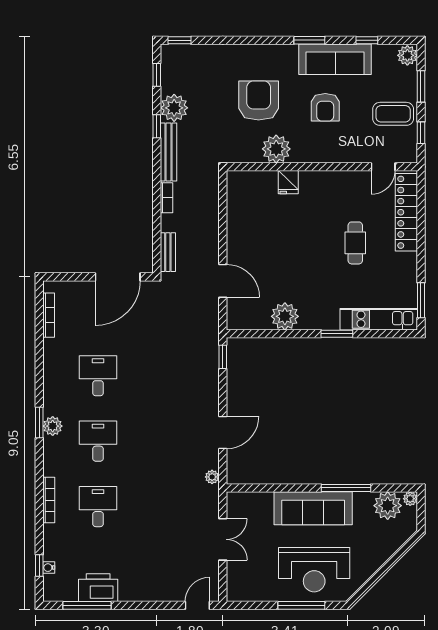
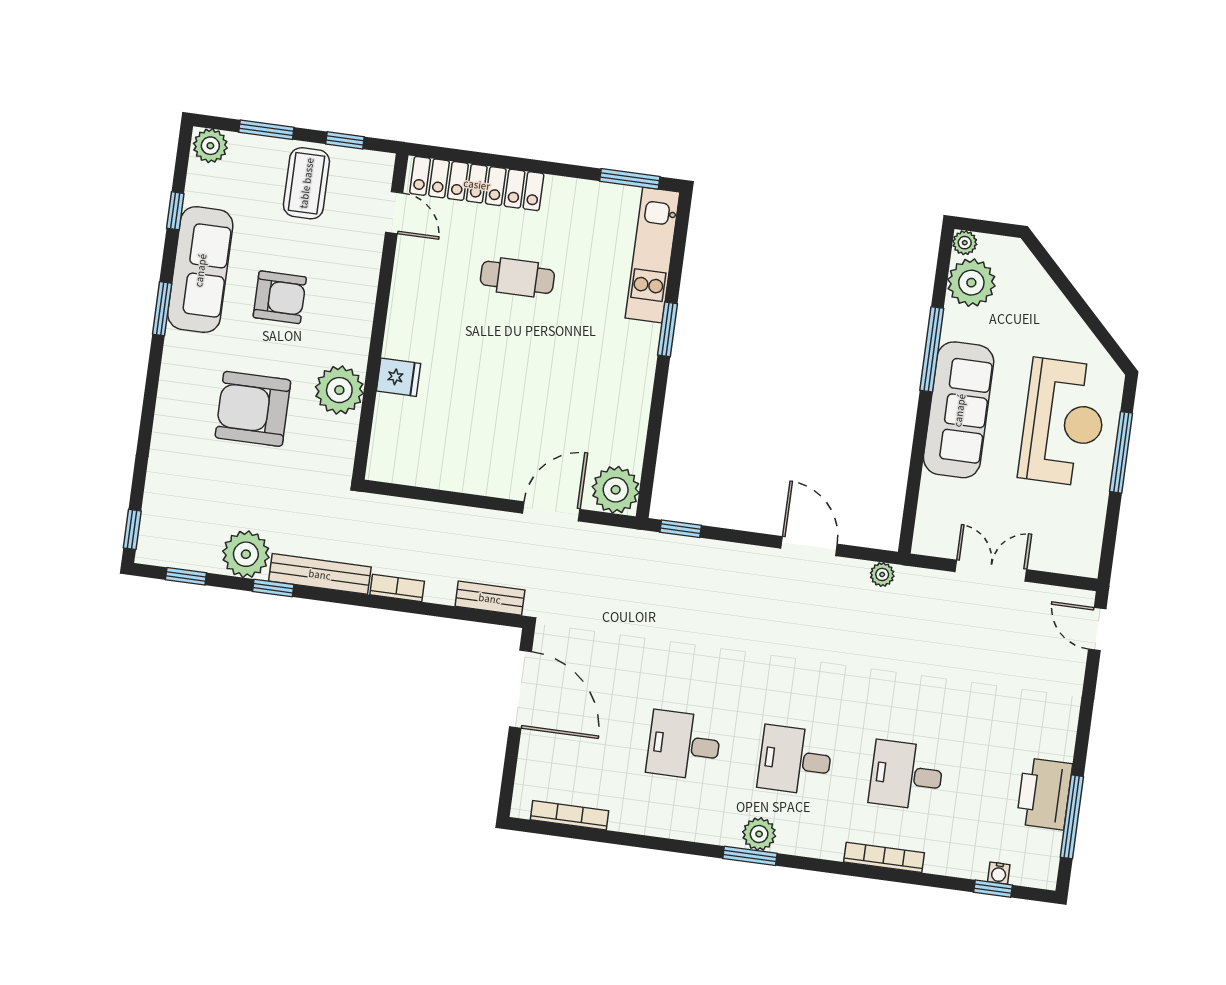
plant: (285, 316) -> (616, 490), moved

